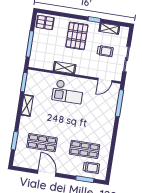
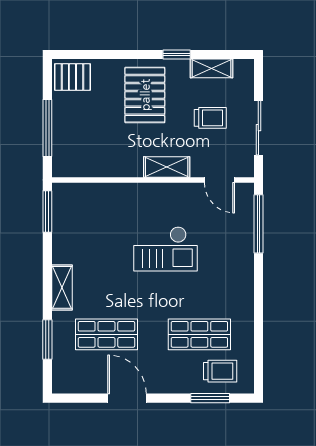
shelving: (65, 68) -> (167, 167), moved
door: (105, 80) -> (219, 180), hinge flipped
checkout: (68, 92) -> (165, 249), moved
shelving: (27, 105) -> (62, 287), moved

